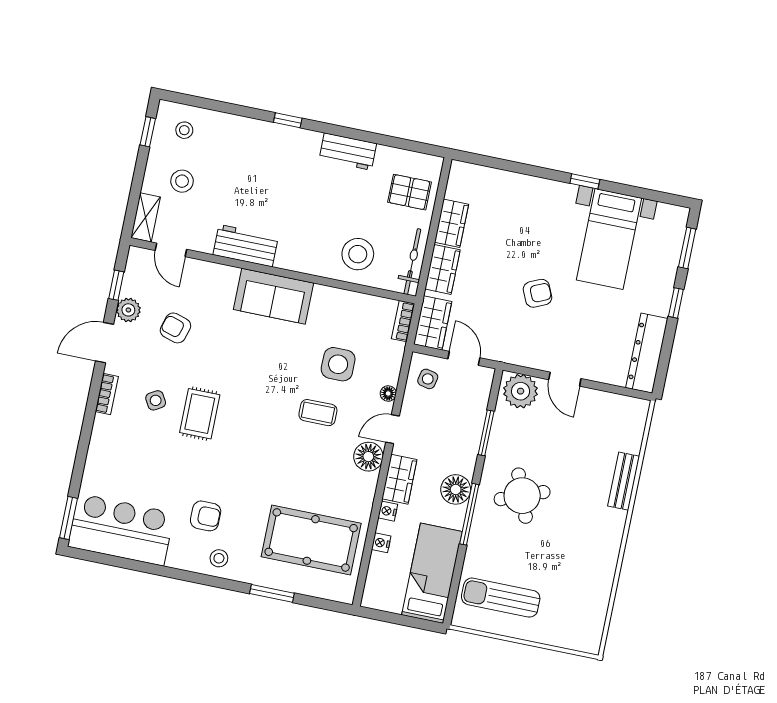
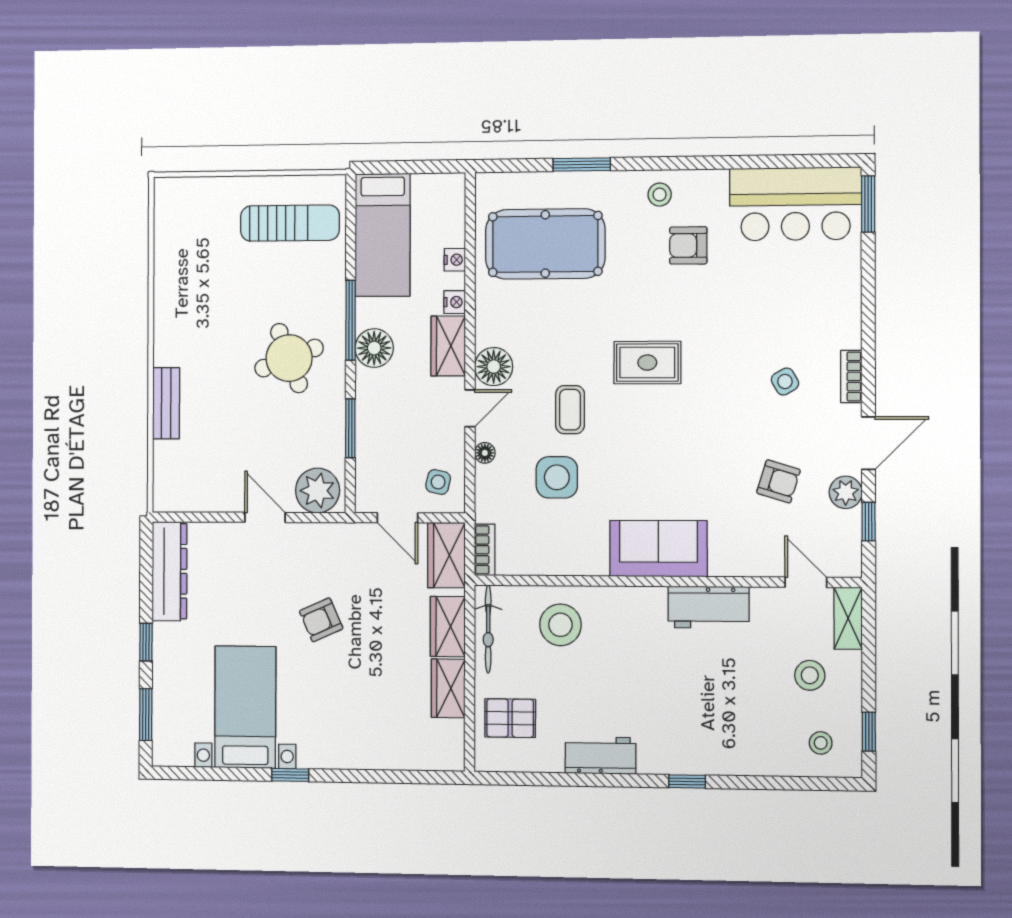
coffee table: (318, 413) -> (570, 410), turned 90
rug: (200, 414) -> (647, 363), moved, turned 90

